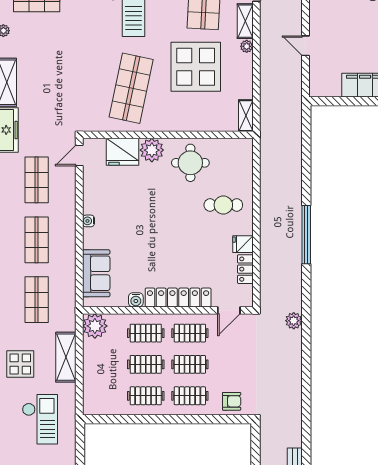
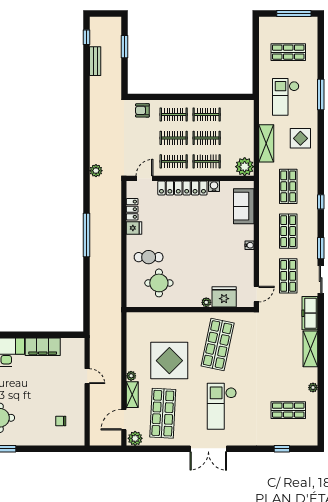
shelving: (246, 116) -> (132, 324), removed
plant: (152, 150) -> (206, 302), width x0.53, depth x0.53
round table: (190, 163) -> (159, 283), moved

